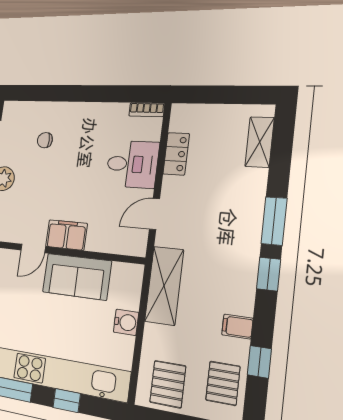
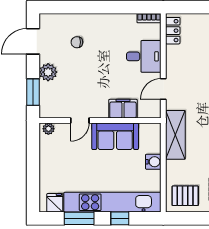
locker: (176, 154) -> (173, 31), moved
filing cabinet: (66, 235) -> (123, 109), moved
pallet: (168, 384) -> (185, 196), turned 90

